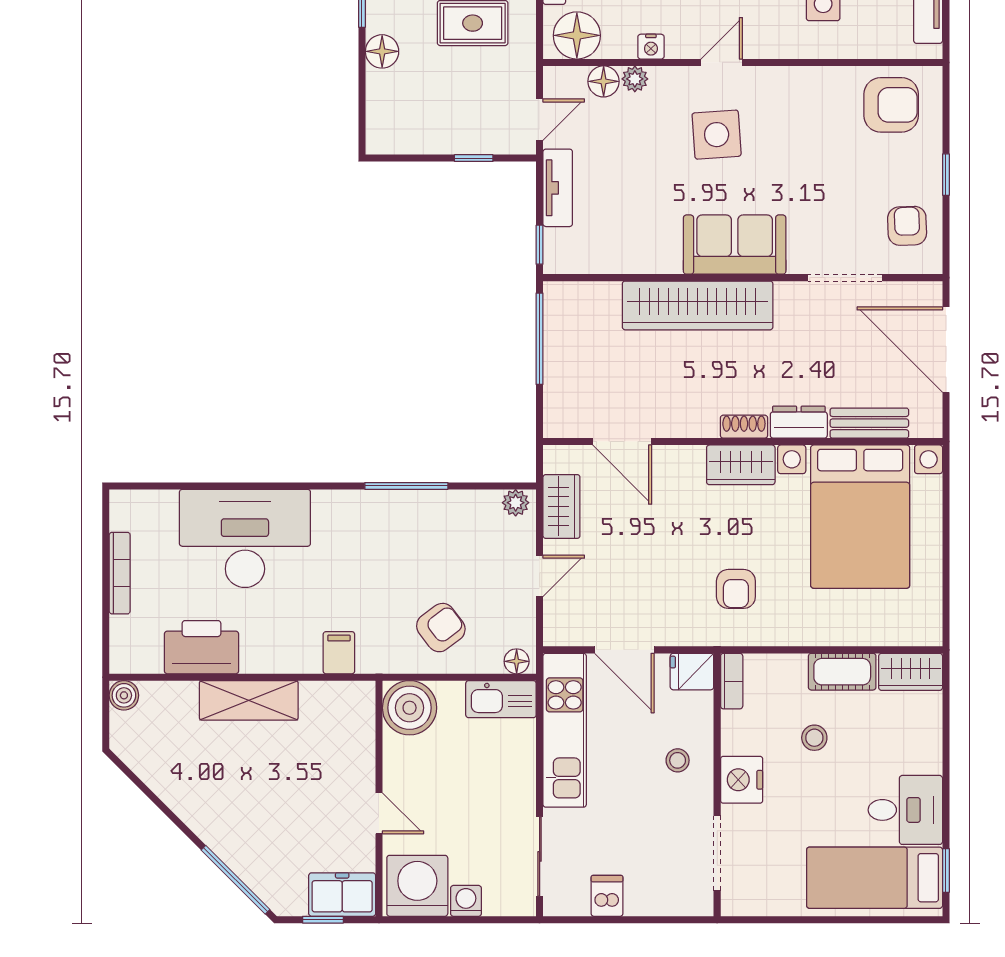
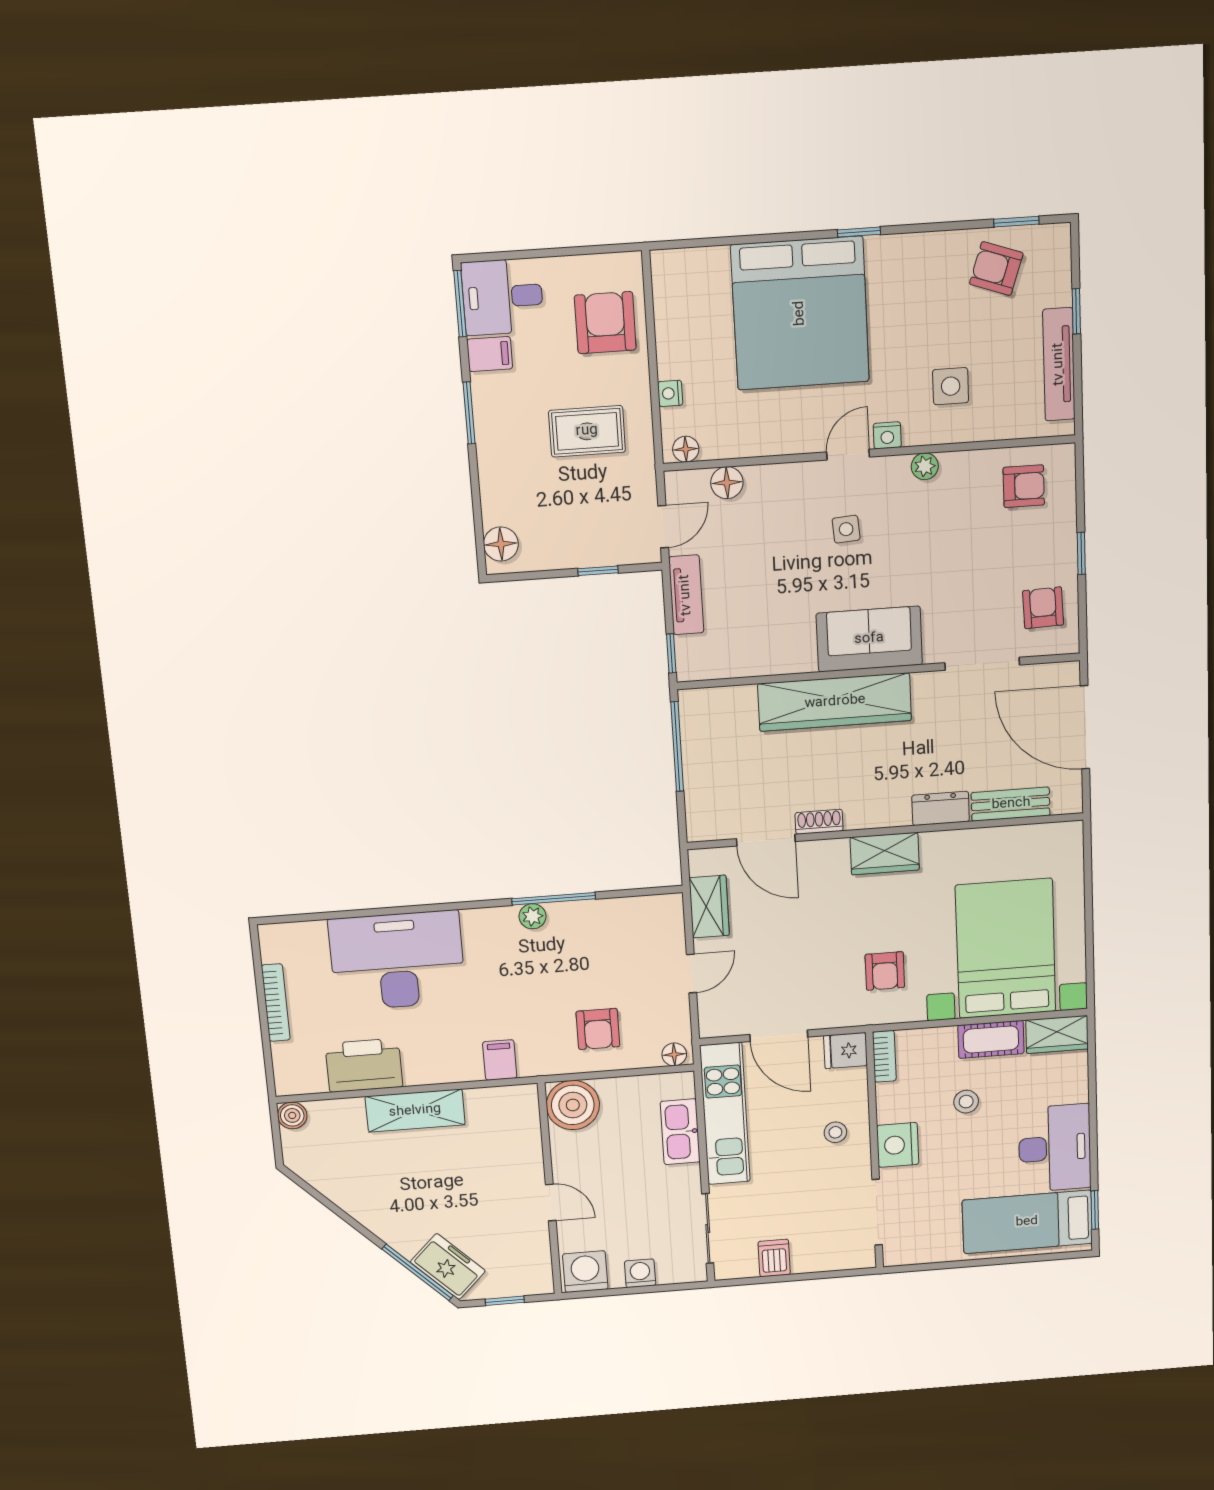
floor lamp: (577, 35) -> (686, 449), width x0.53, depth x0.53
nightstand: (651, 47) -> (887, 435), moved
floor lamp: (382, 51) -> (501, 544), moved
plant: (635, 79) -> (925, 466), moved
armchair: (891, 105) -> (1024, 486), width x0.72, depth x0.72
side table: (717, 135) -> (846, 529), width x0.54, depth x0.54
shoe rack: (744, 427) -> (819, 822), moved
plant: (516, 503) -> (532, 916), moved
bed with nightstands: (860, 517) -> (1006, 949), moved, turned 180
armchair: (441, 628) -> (598, 1029), turned 127
kitchen sink: (501, 699) -> (680, 1132), moved, turned 90
desk: (905, 810) -> (1055, 1148), width x1.37
washing machine: (417, 886) -> (585, 1272), width x0.73, depth x0.73
freezer: (342, 895) -> (448, 1267), moved, turned 45

